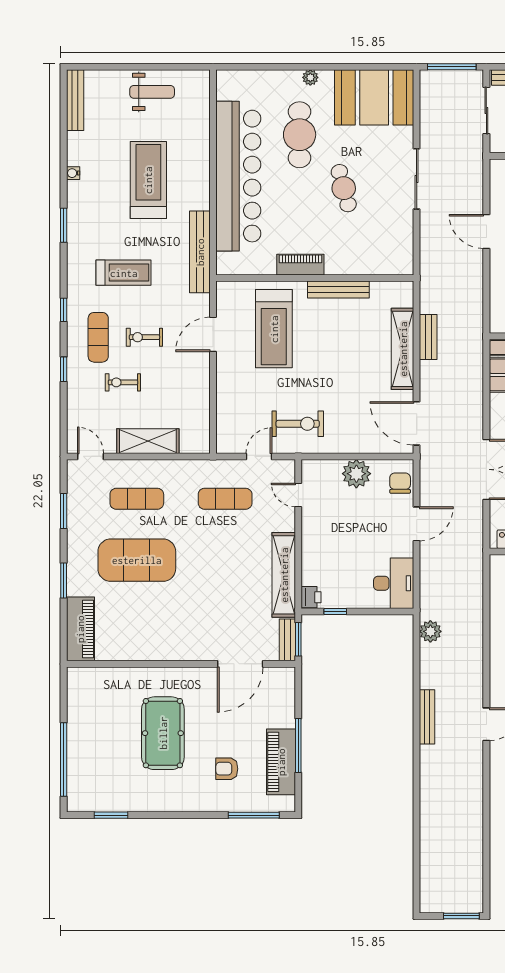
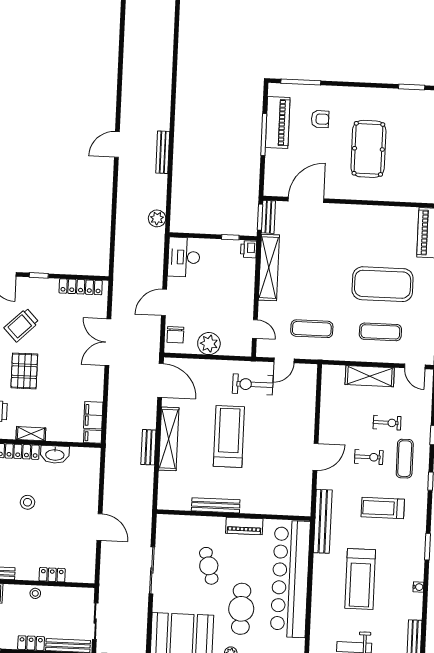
piano: (300, 265) -> (244, 526), moved
wall: (315, 278) -> (234, 515), moved
bench: (338, 290) -> (216, 505), moved
treadmill: (274, 329) -> (229, 437), moved

